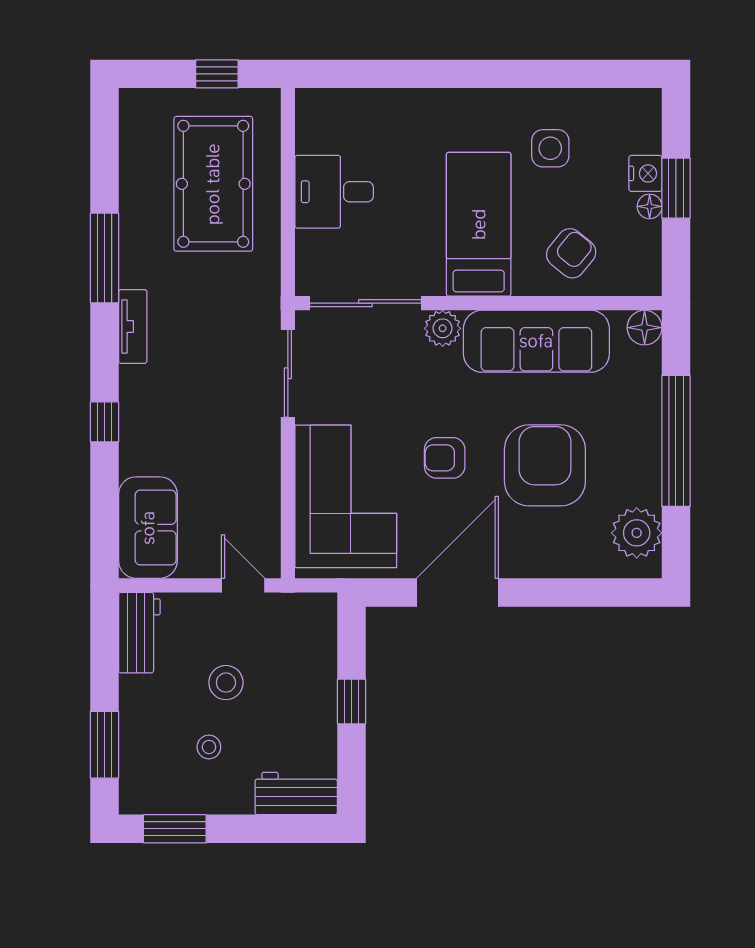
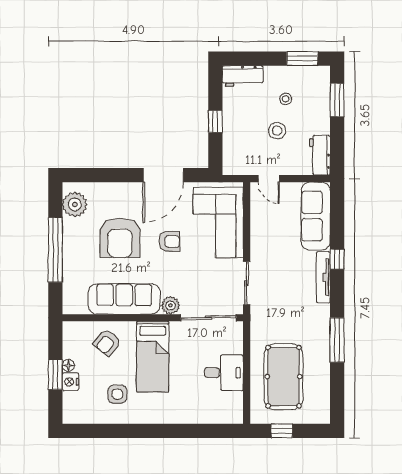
tv unit: (133, 326) -> (323, 277), moved, width x1.41
floor lamp: (645, 328) -> (71, 306), removed
sofa: (148, 528) -> (316, 216), width x1.36

